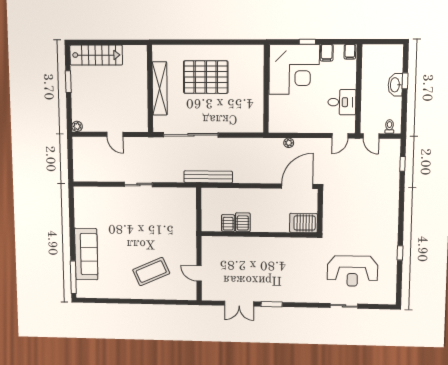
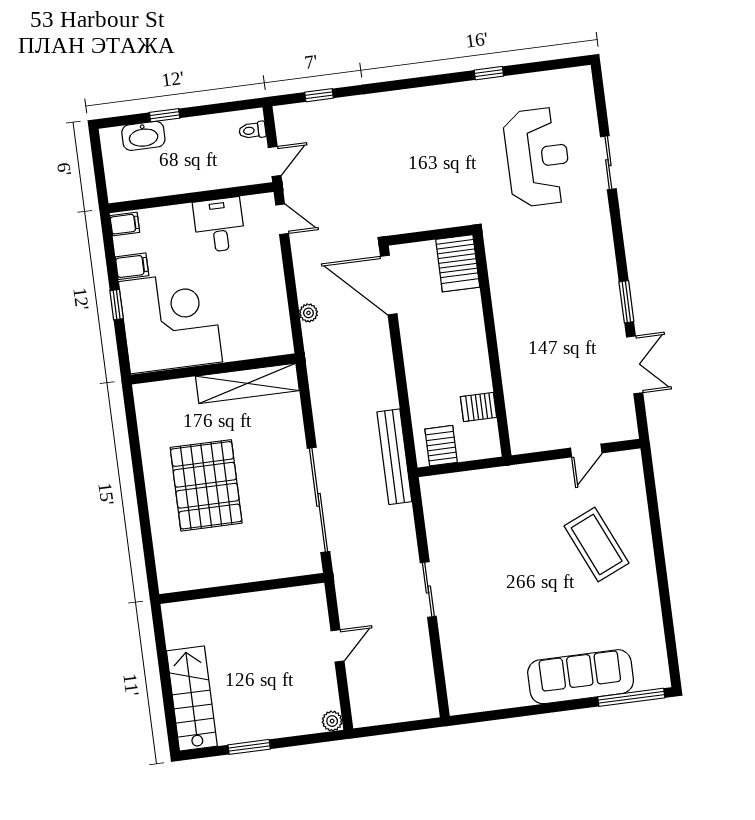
washbasin: (395, 85) -> (143, 136), moved
shelving: (160, 89) -> (247, 383), moved
server rack: (243, 222) -> (441, 446), moved, turned 90

